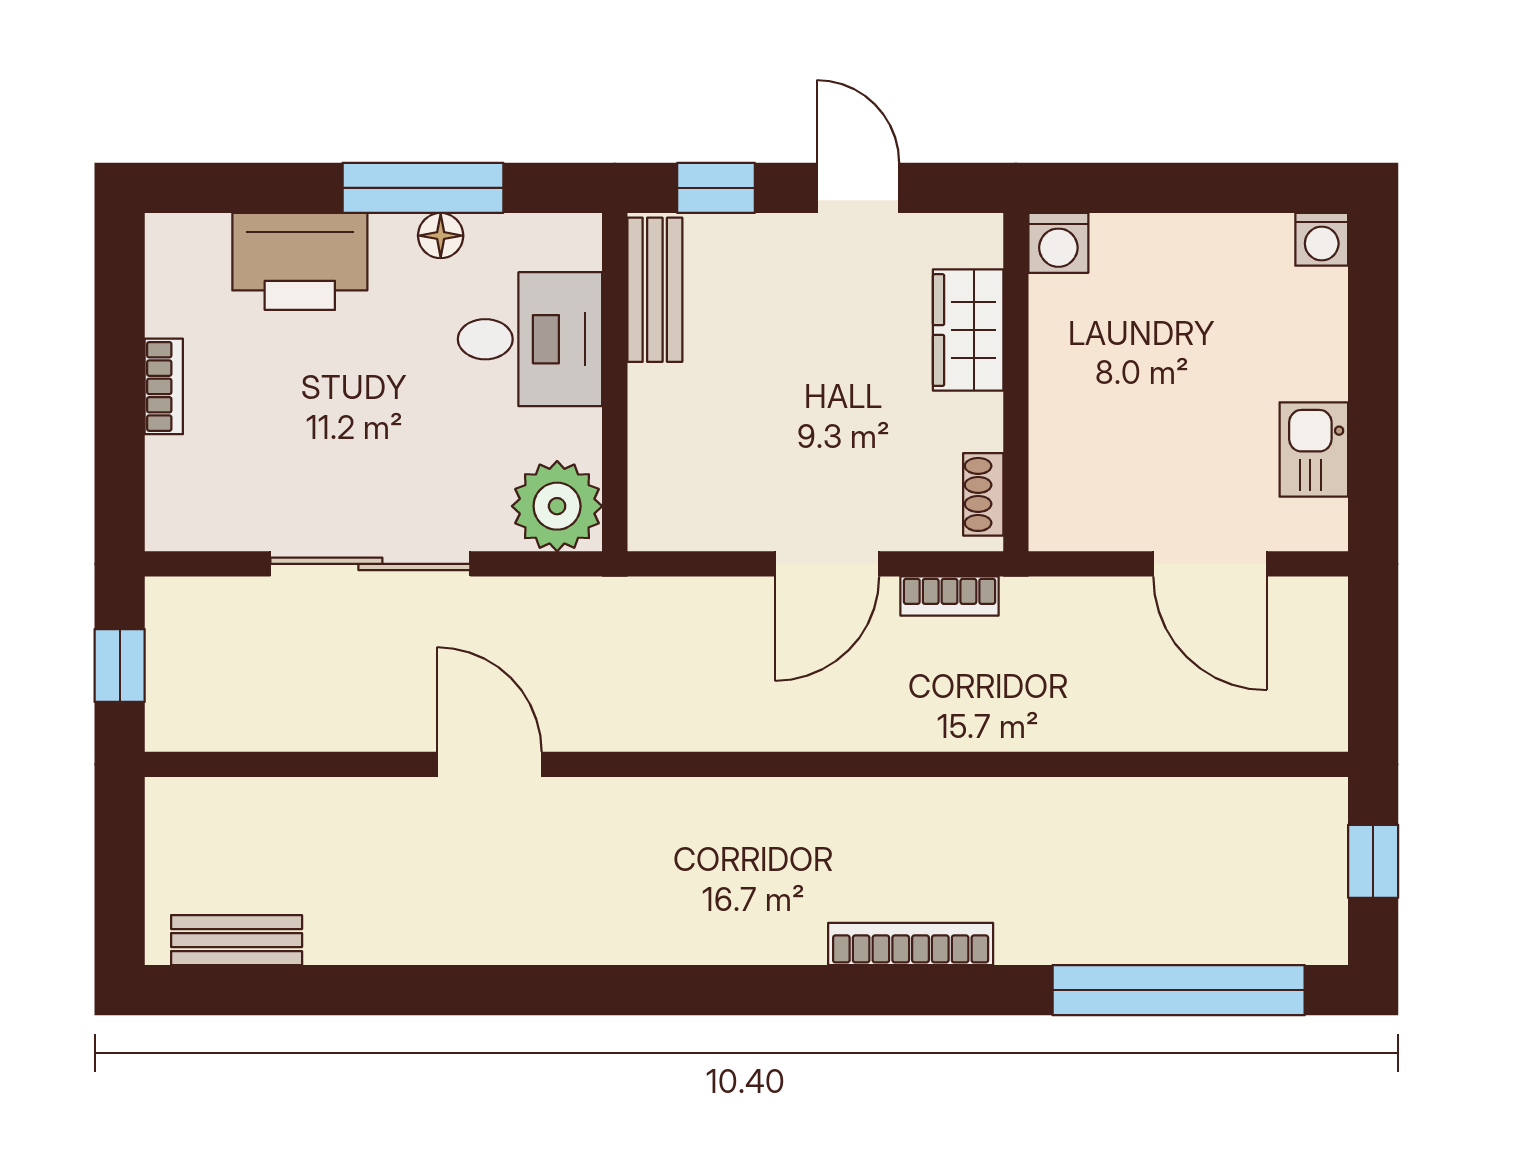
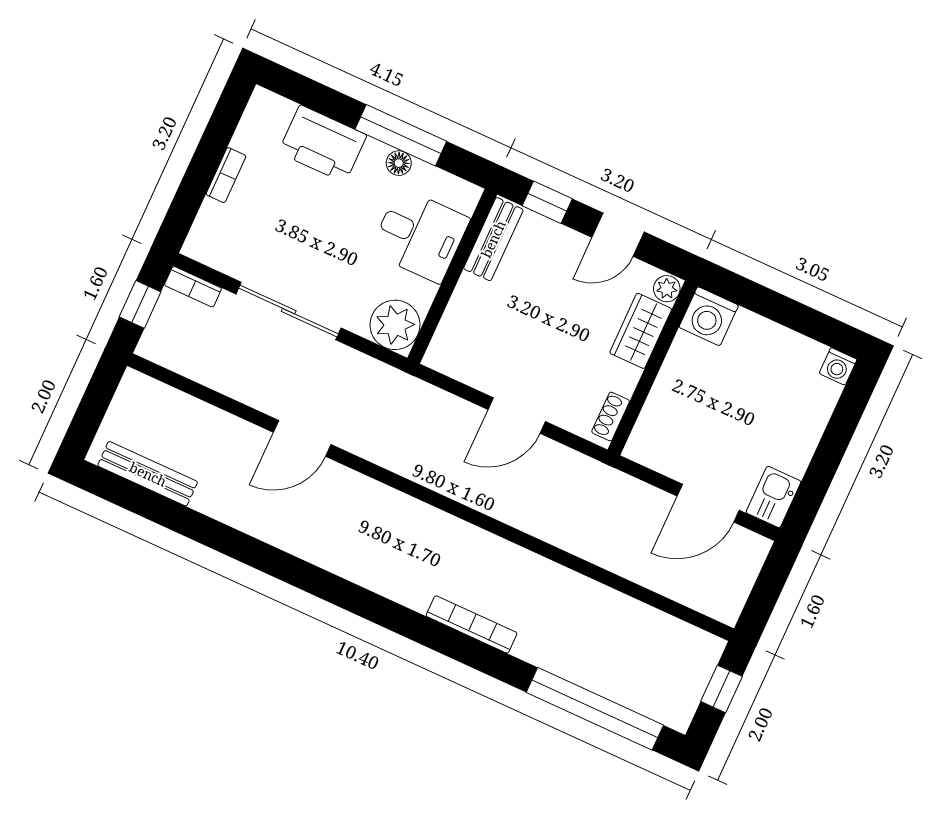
door: (858, 188) -> (618, 235), swing flipped
plant: (979, 240) -> (667, 289), added
washing machine: (1058, 243) -> (709, 316), width x1.38, depth x1.38
kitchen sink: (1314, 450) -> (774, 497), moved
door: (1210, 564) -> (708, 503), hinge flipped
bookcase: (950, 596) -> (193, 287), moved
door: (489, 764) -> (302, 438), swing flipped
bench: (237, 940) -> (148, 474), width x1.36

